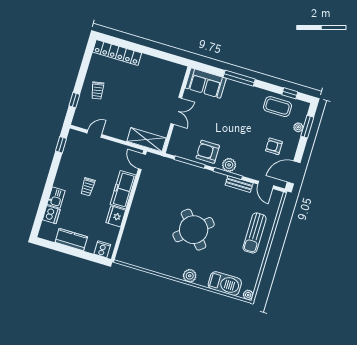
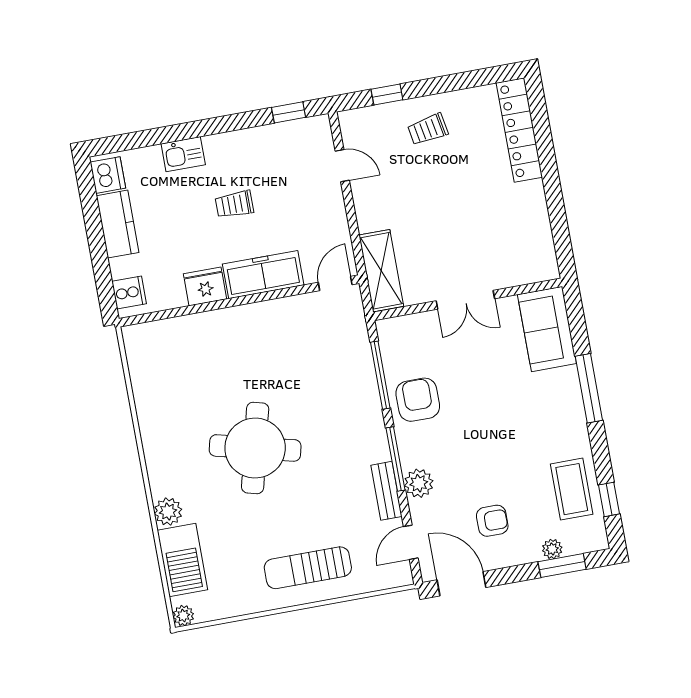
armchair: (274, 146) -> (492, 521), turned 90
plant: (229, 165) -> (419, 483), moved
dishwasher: (51, 215) -> (108, 175), moved, turned -90
round table: (194, 230) -> (255, 448), turned -36
plant: (190, 276) -> (168, 512), moved

